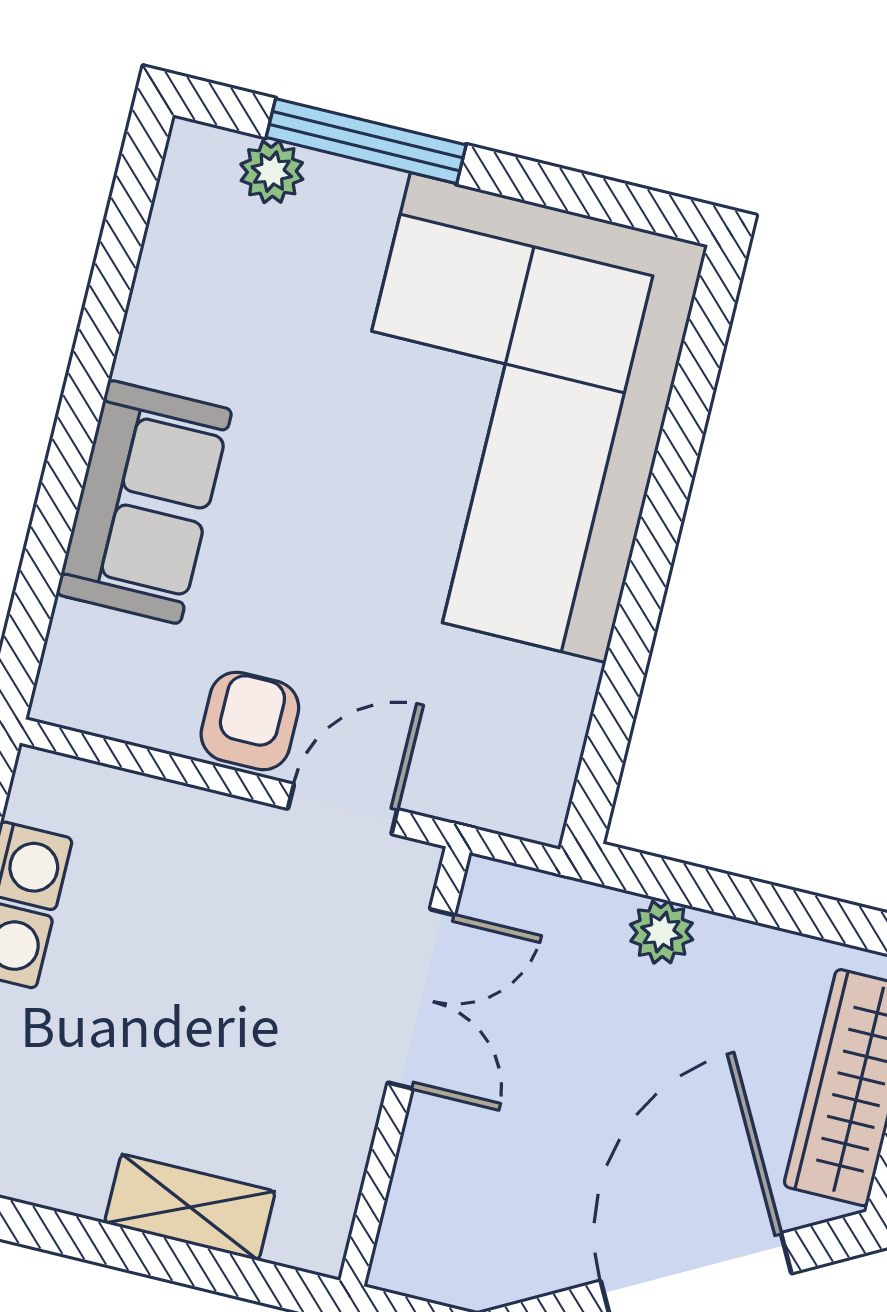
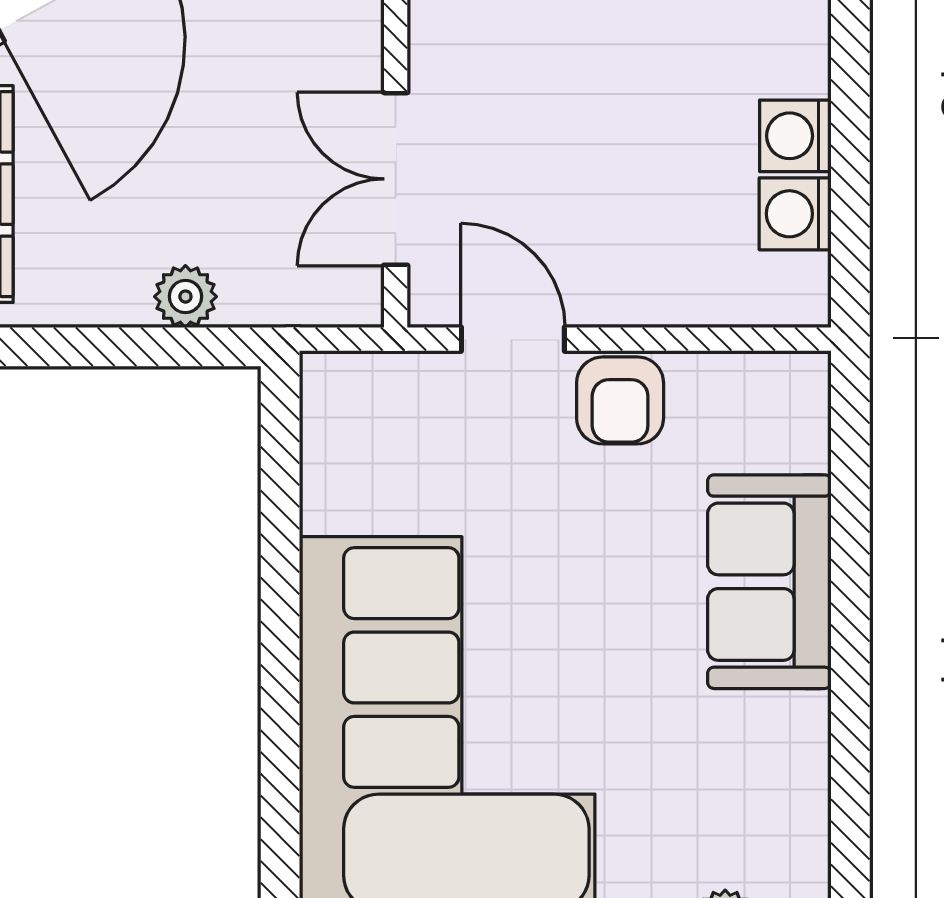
door: (343, 809) -> (513, 339), swing flipped

